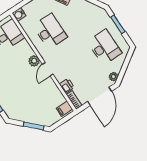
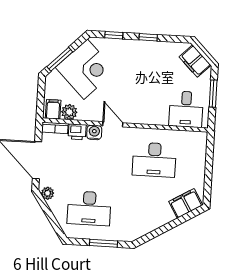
water cooler: (19, 15) -> (94, 132), moved
plant: (34, 61) -> (69, 112), moved
corner desk: (28, 107) -> (86, 69), added

